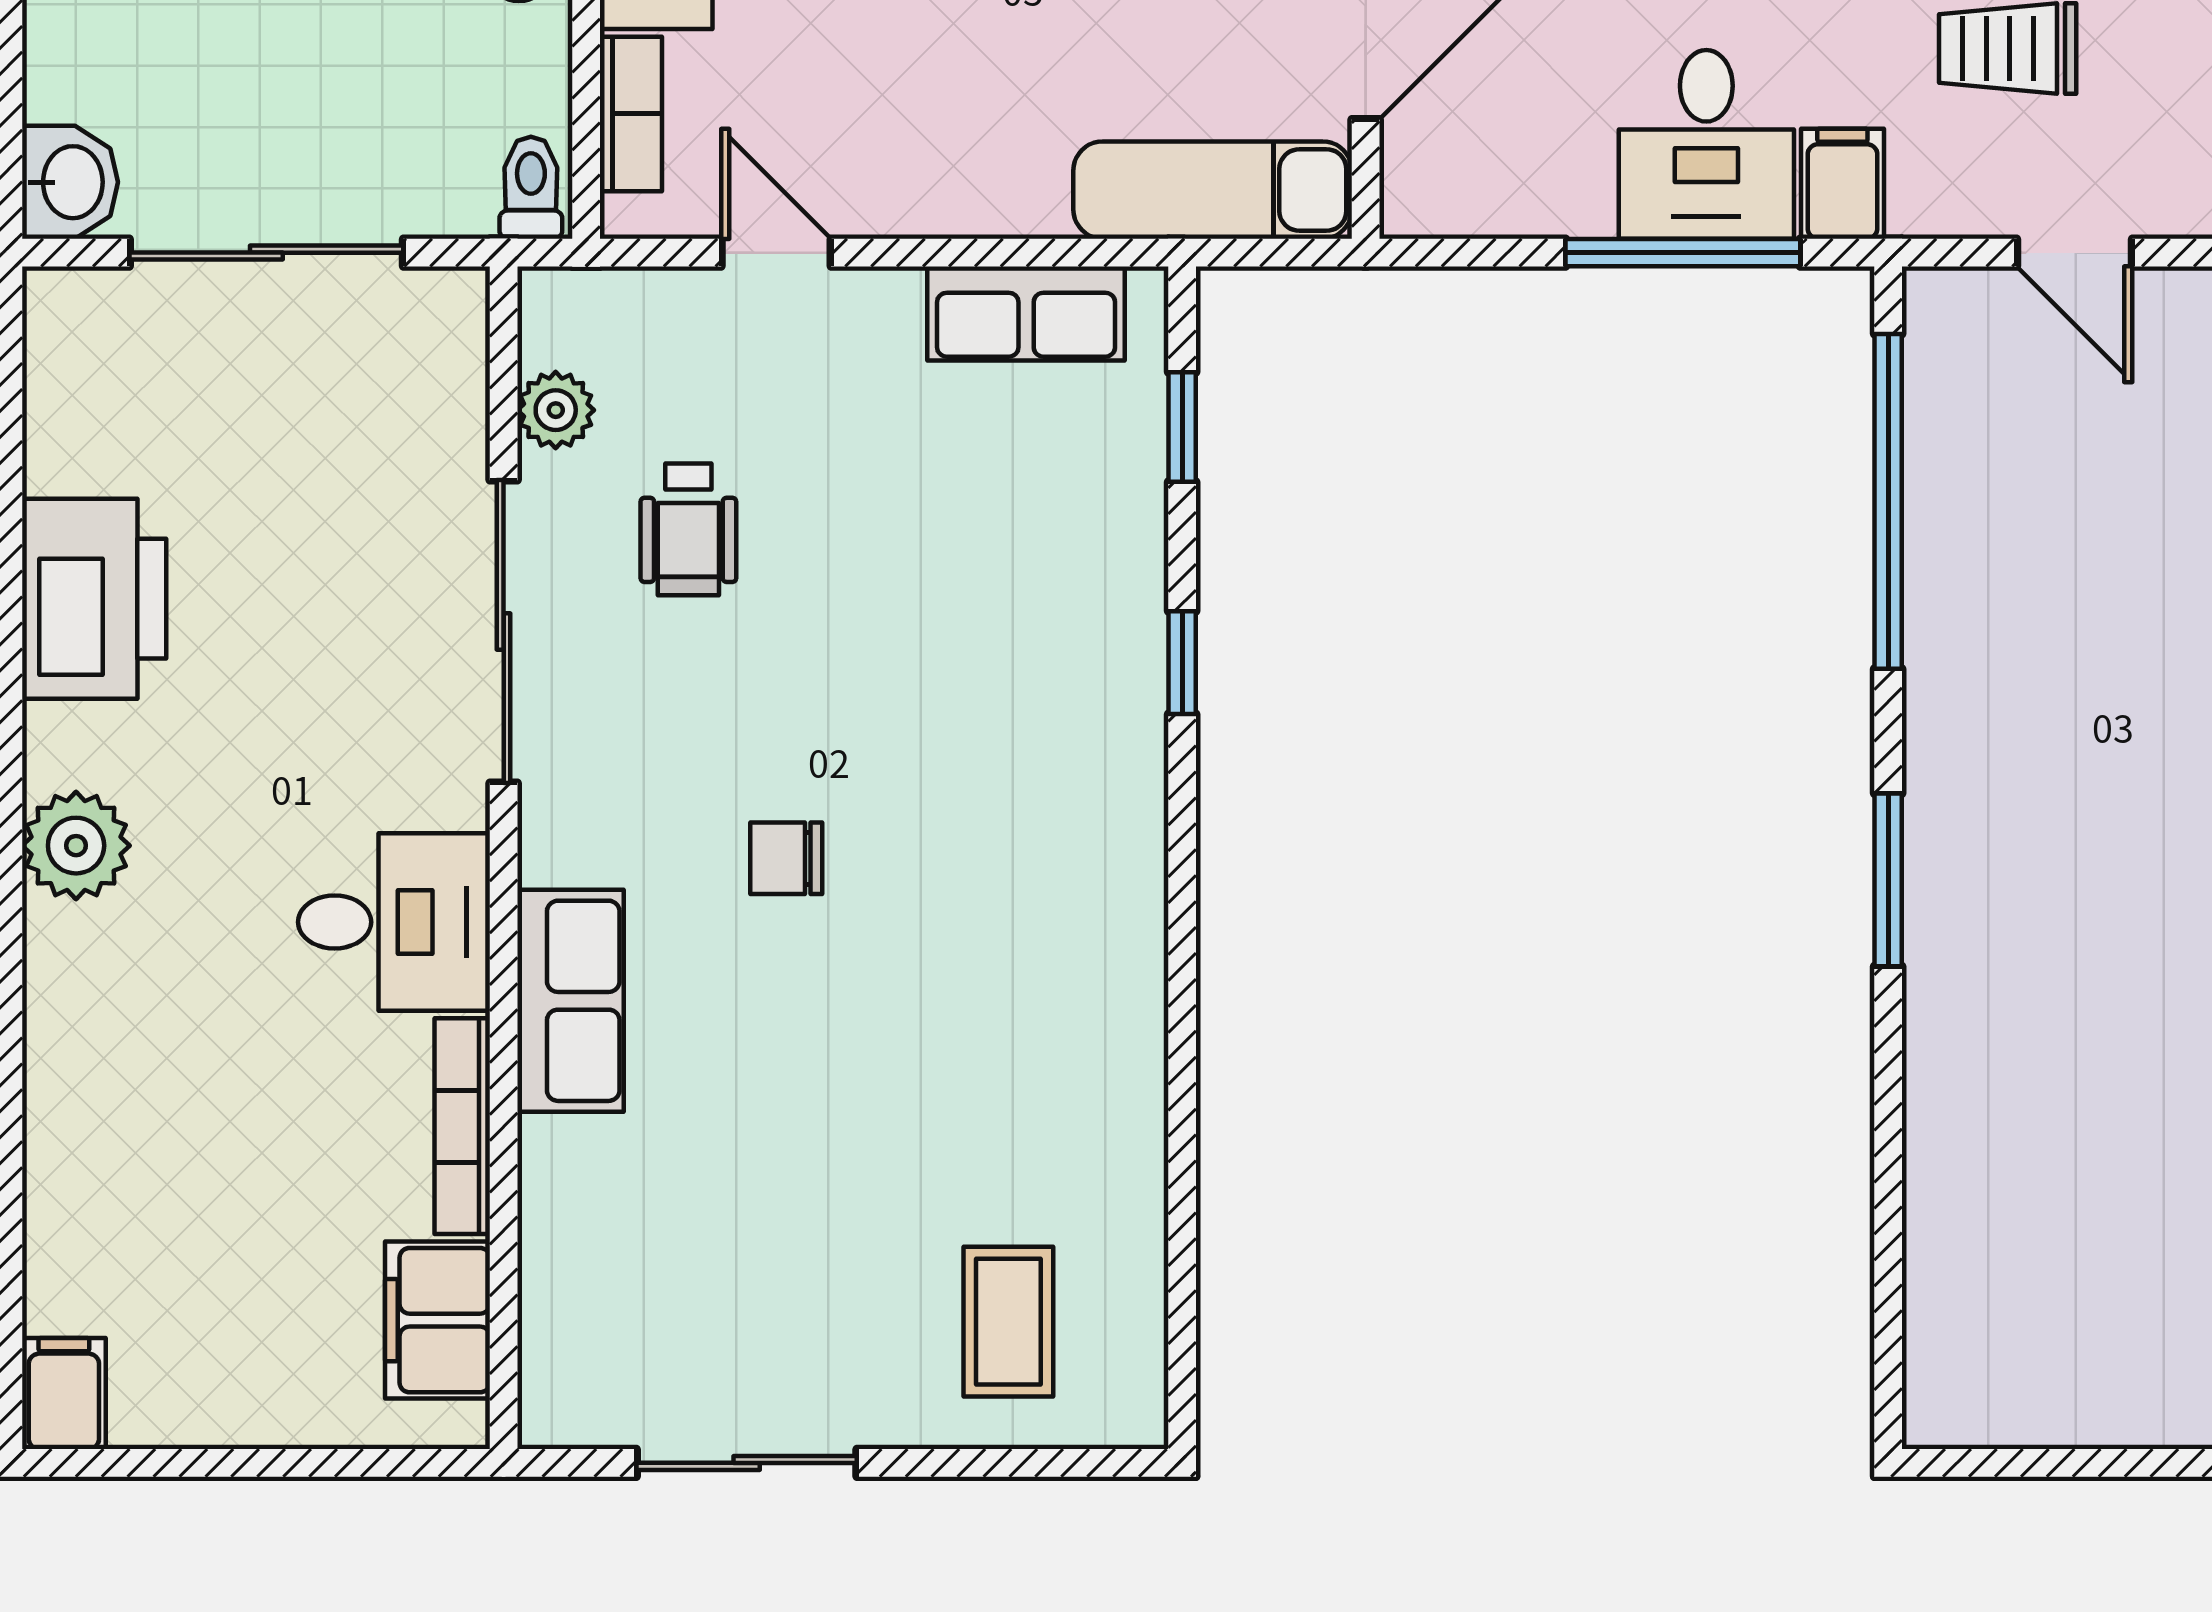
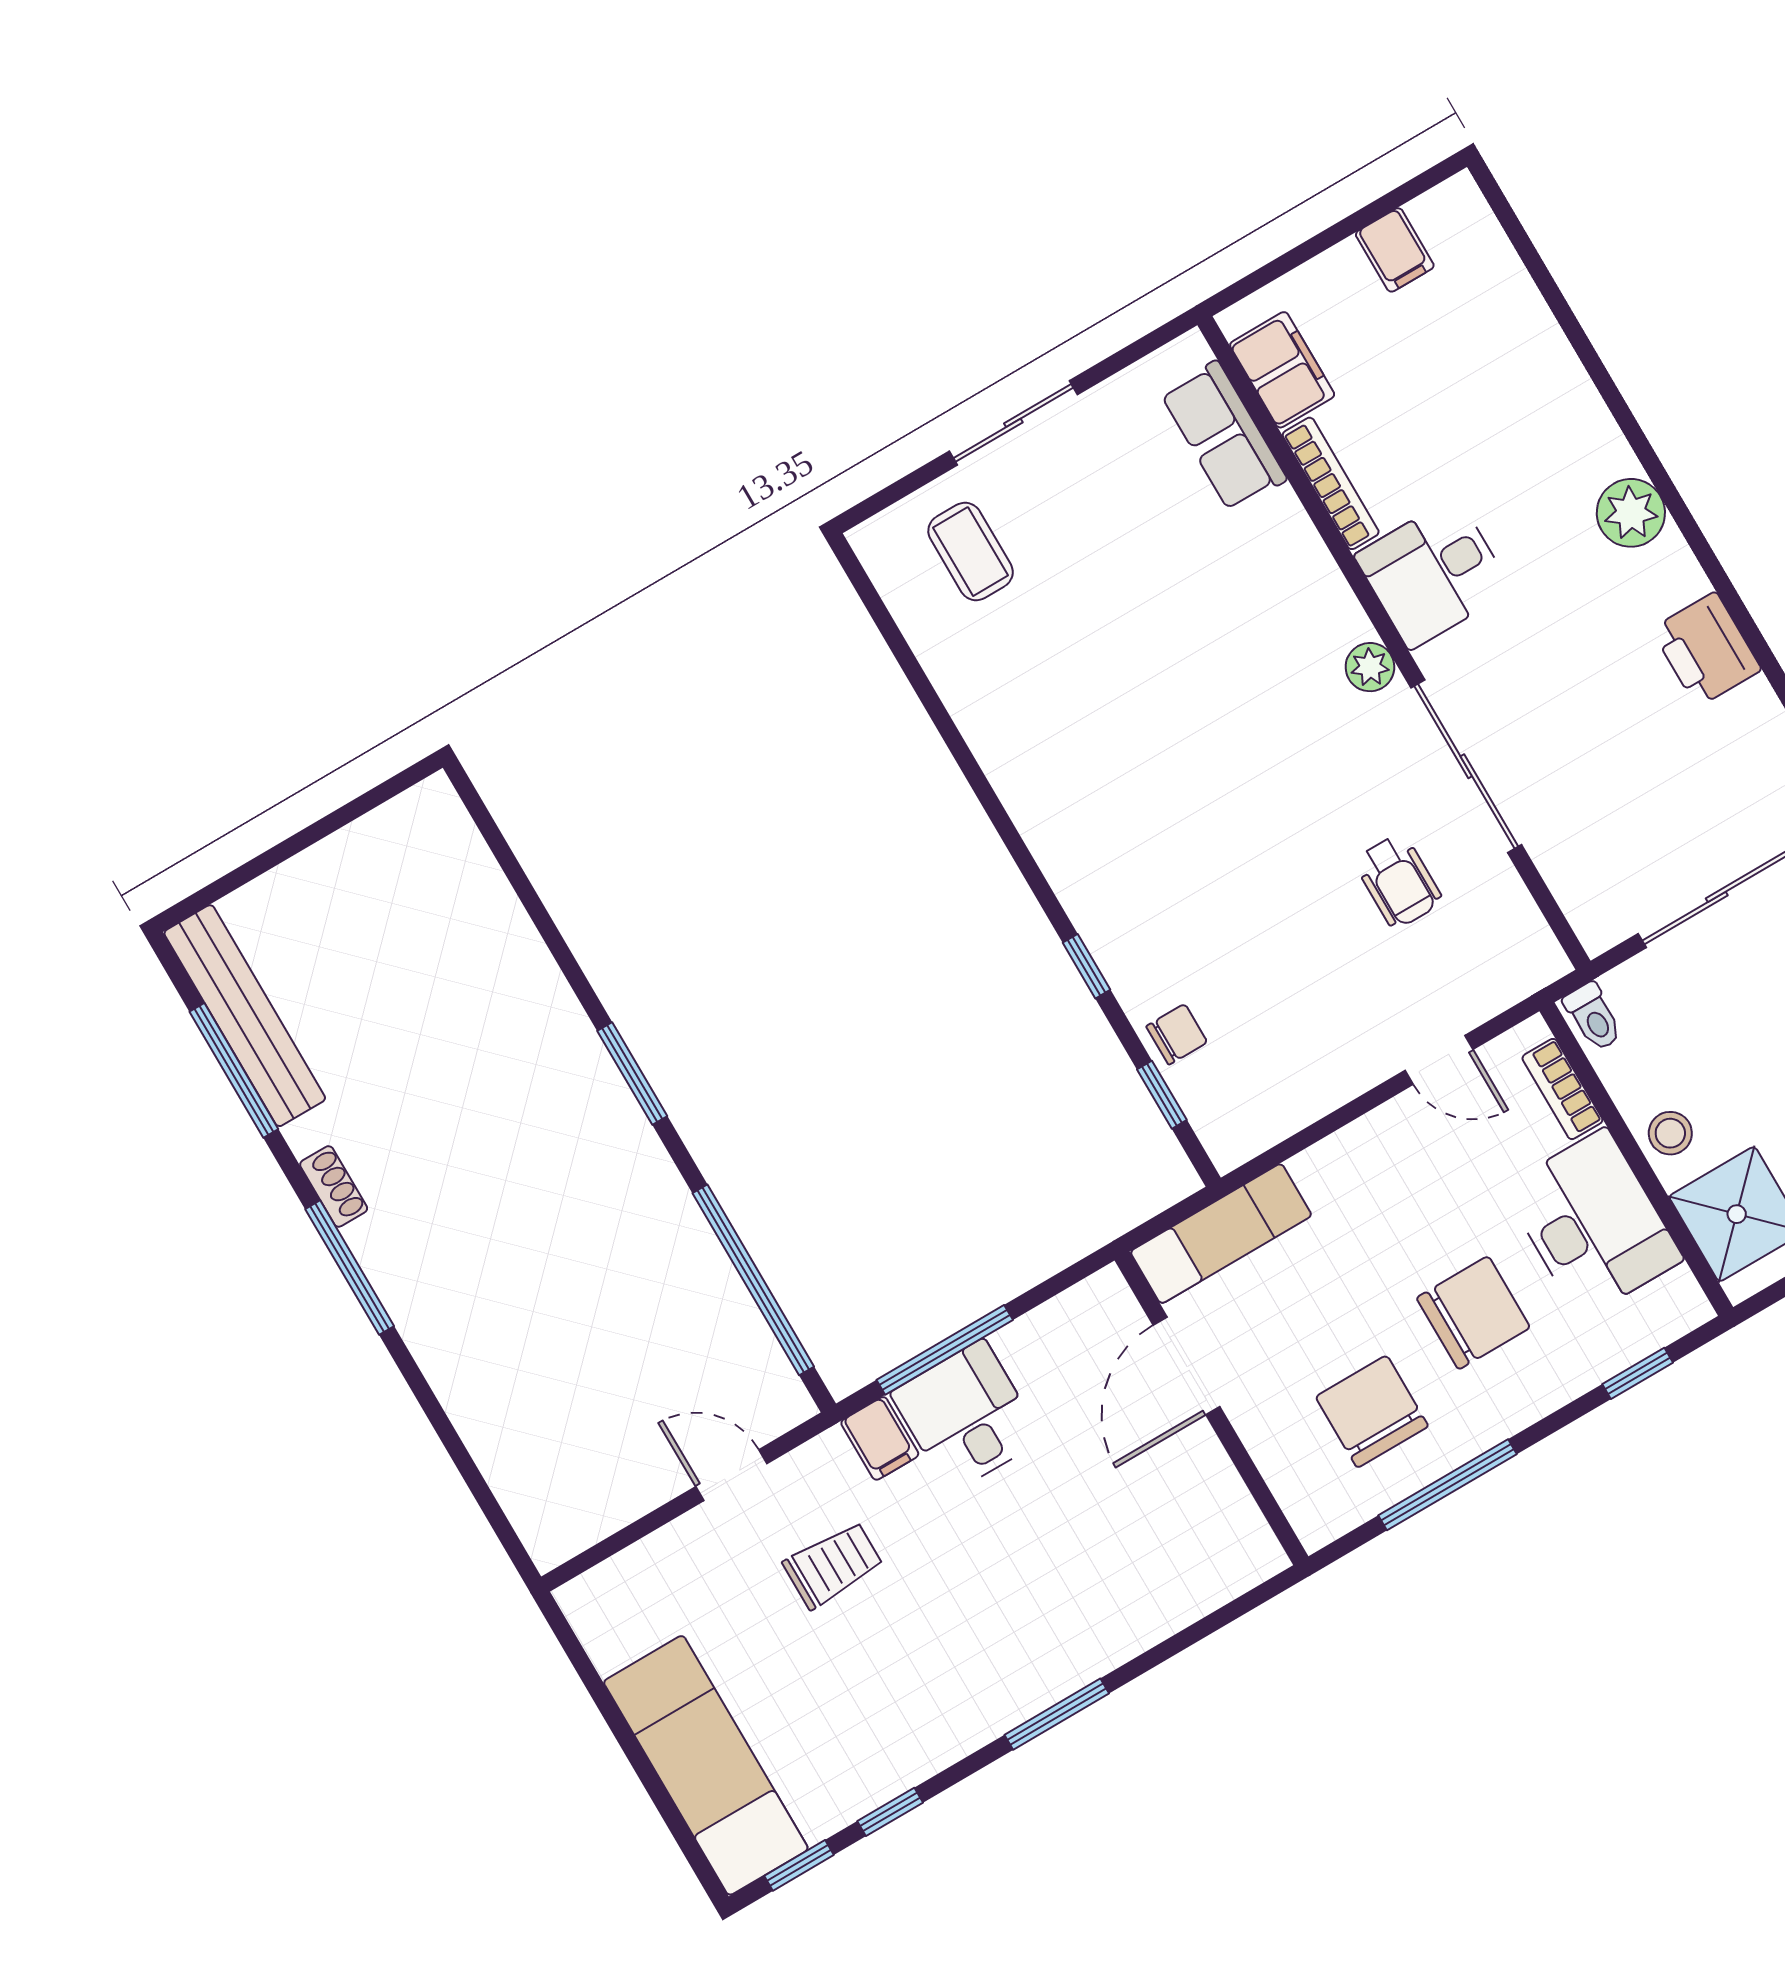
row of seats: (1026, 313) -> (1283, 1107), removed
plant: (556, 410) -> (1370, 667), moved
wheelchair: (688, 529) -> (1398, 881), turned 180
printer: (94, 599) -> (1706, 649), width x0.73, depth x0.84
chair: (786, 858) -> (1177, 1034), moved
row of seats: (571, 1001) -> (1224, 436), moved
filing cabinet: (64, 1394) -> (1395, 250), moved
sliding door: (747, 1463) -> (1013, 423), moved

